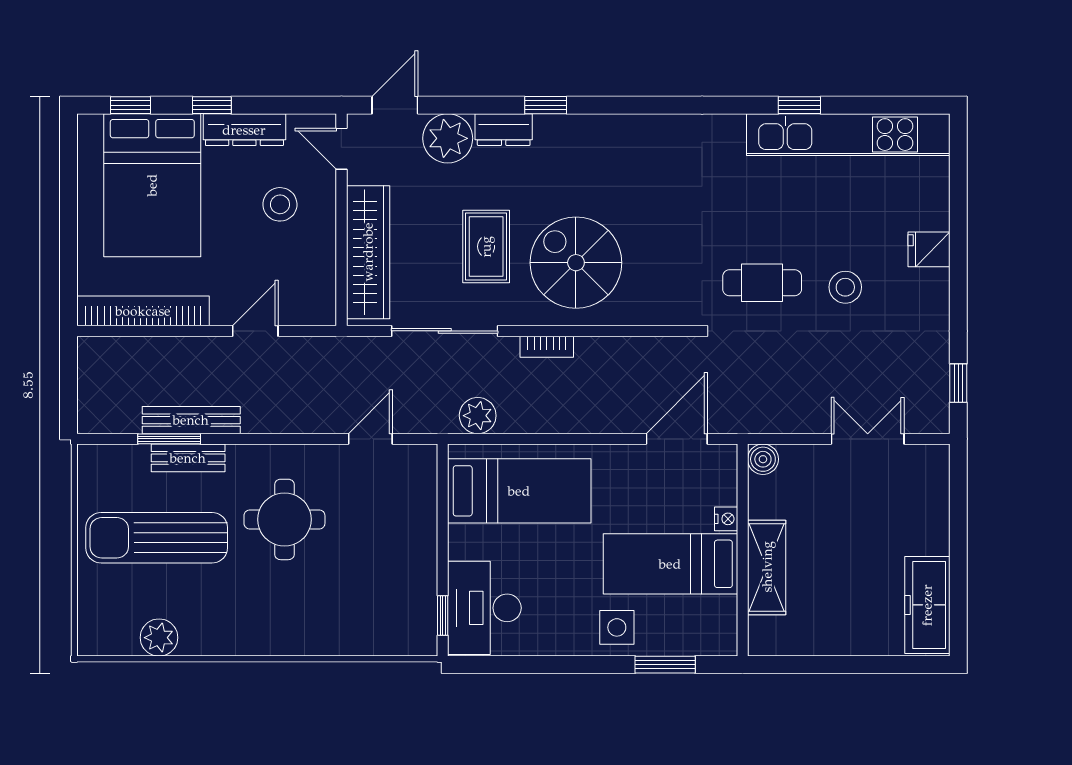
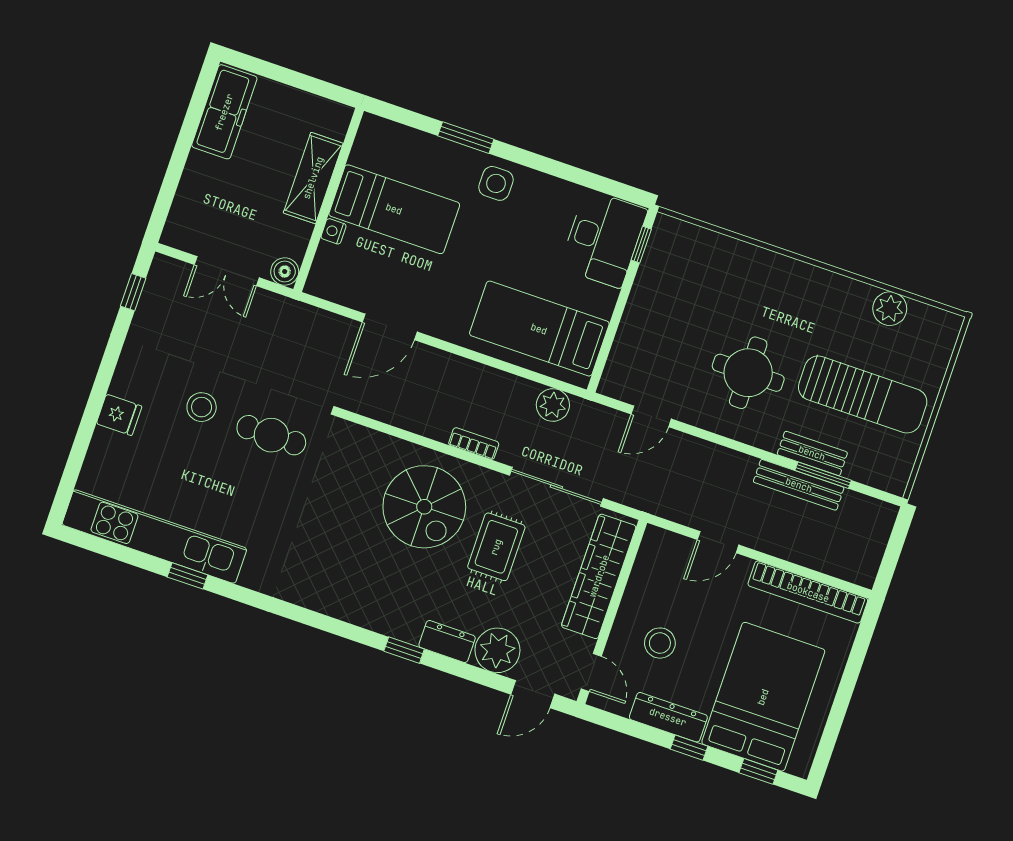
boiler: (763, 459) -> (285, 271), moved
nightstand: (726, 519) -> (334, 231), moved
wall: (743, 550) -> (329, 200), moved
bed: (670, 564) -> (394, 209), moved
shelving: (767, 567) -> (313, 178), moved

